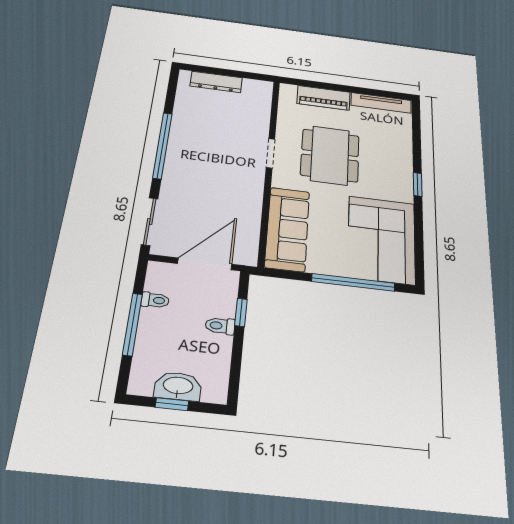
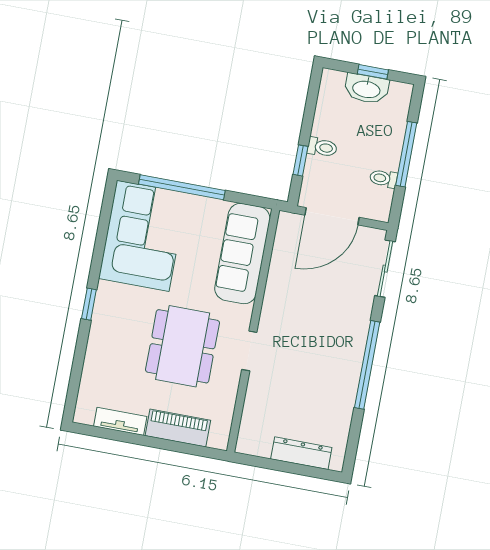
tv unit: (381, 103) -> (120, 421), width x0.71

